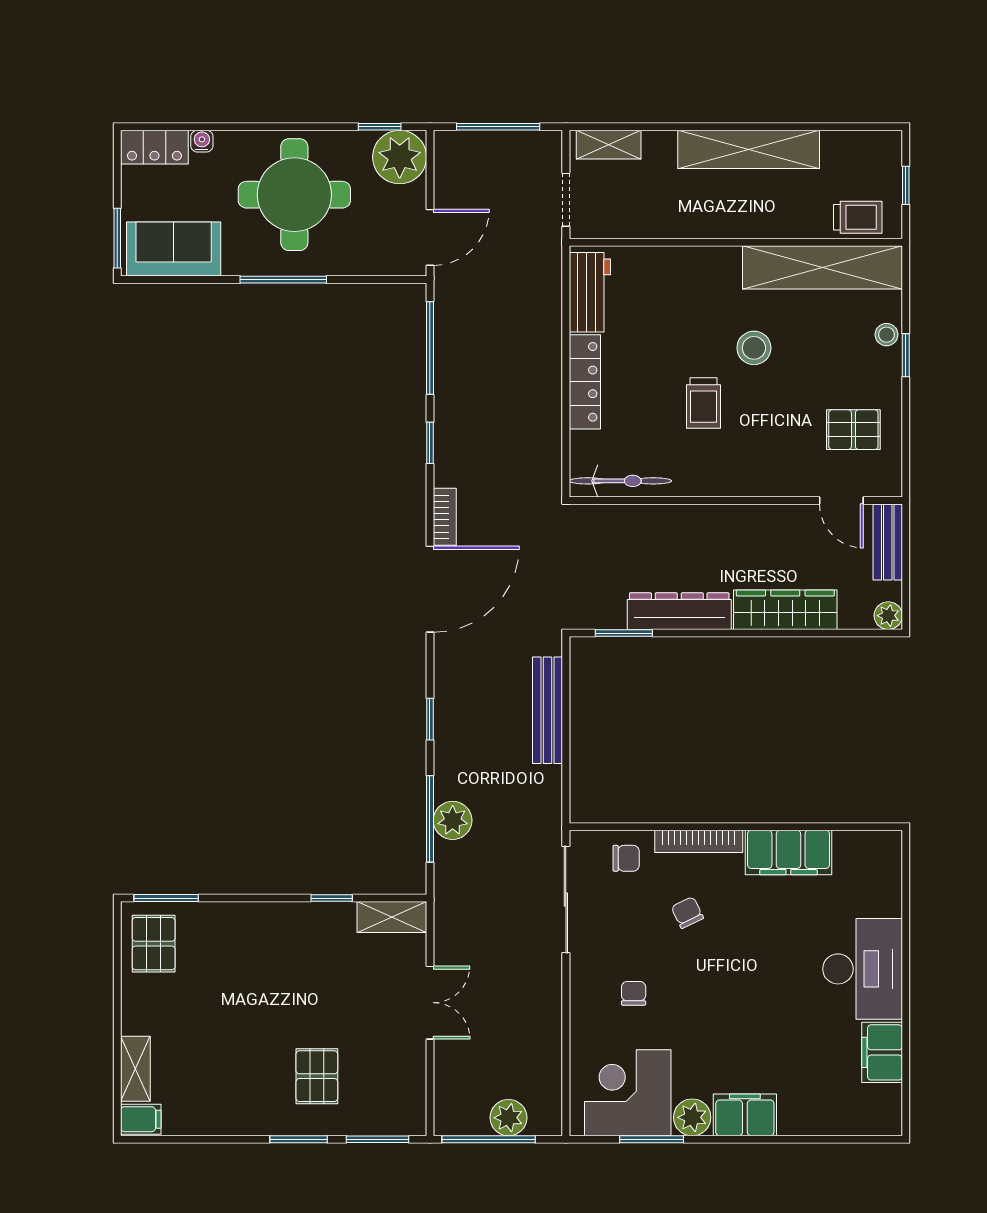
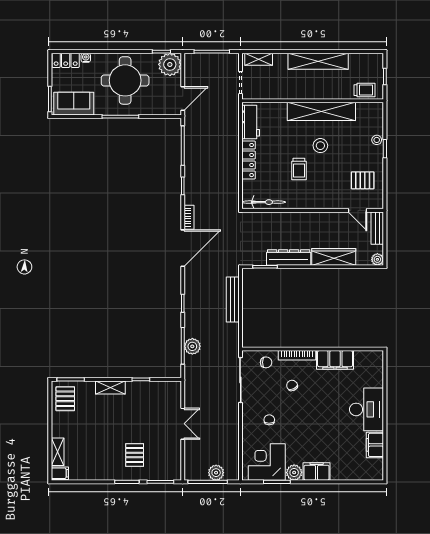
shelving: (822, 267) -> (321, 111), moved
shelving: (392, 917) -> (110, 387), moved

